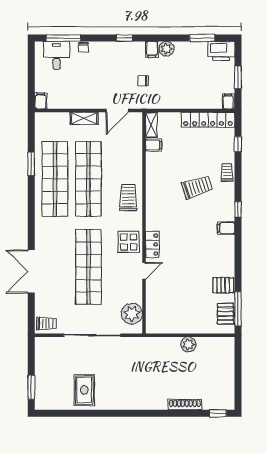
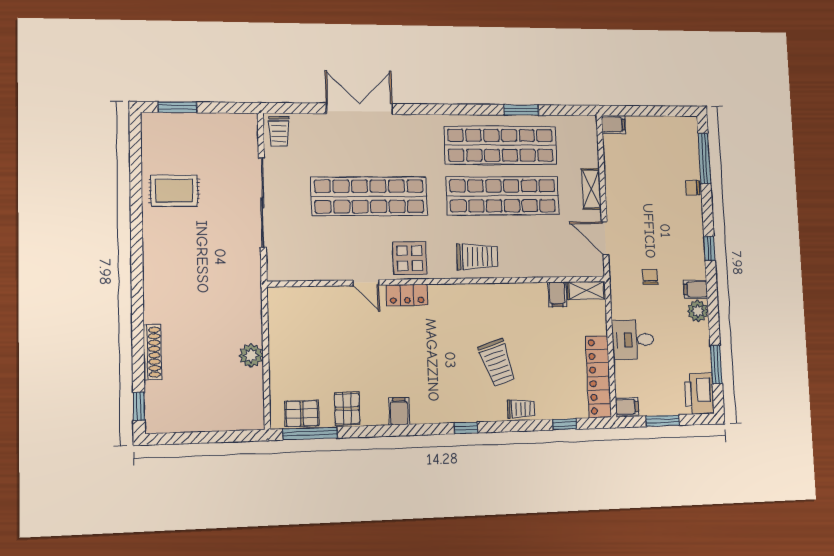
desk: (57, 55) -> (633, 340), moved, turned 180
filing cabinet: (226, 228) -> (399, 411), moved
plant: (132, 314) -> (298, 264), removed

